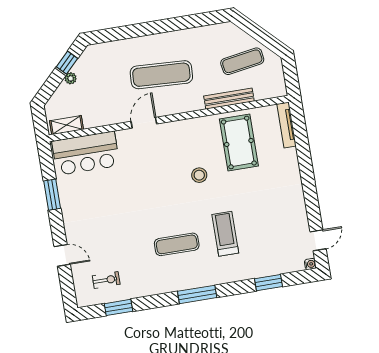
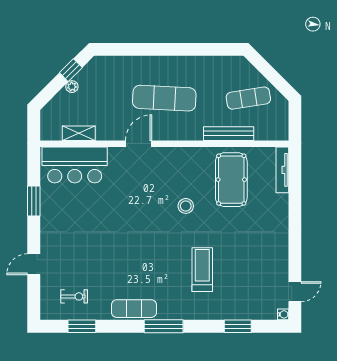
shelving: (66, 125) -> (79, 133), moved
exercise mat: (177, 244) -> (134, 309), moved
door: (62, 255) -> (34, 264), swing flipped

